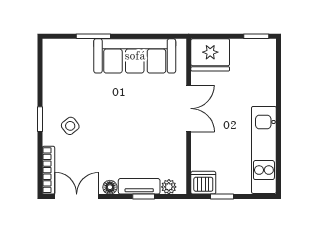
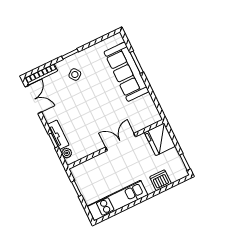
sofa: (135, 56) -> (126, 72), moved
double door: (189, 108) -> (121, 142), swing flipped
dishwasher: (203, 183) -> (160, 180), moved, turned -90
floor lamp: (110, 187) -> (49, 117), removed

